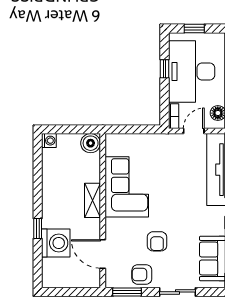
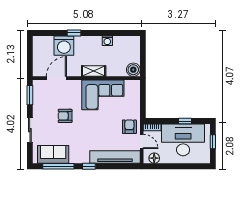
washing machine: (49, 141) -> (107, 41), moved
armchair: (142, 274) -> (129, 127), moved

